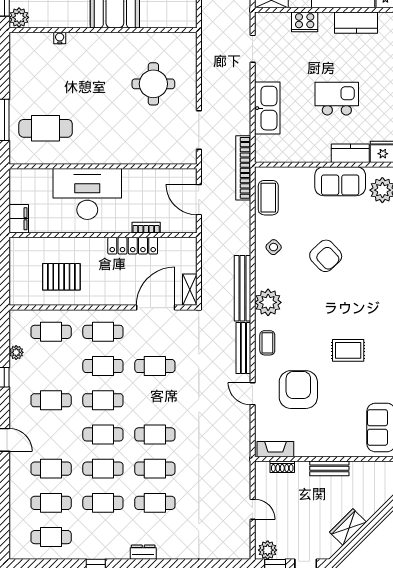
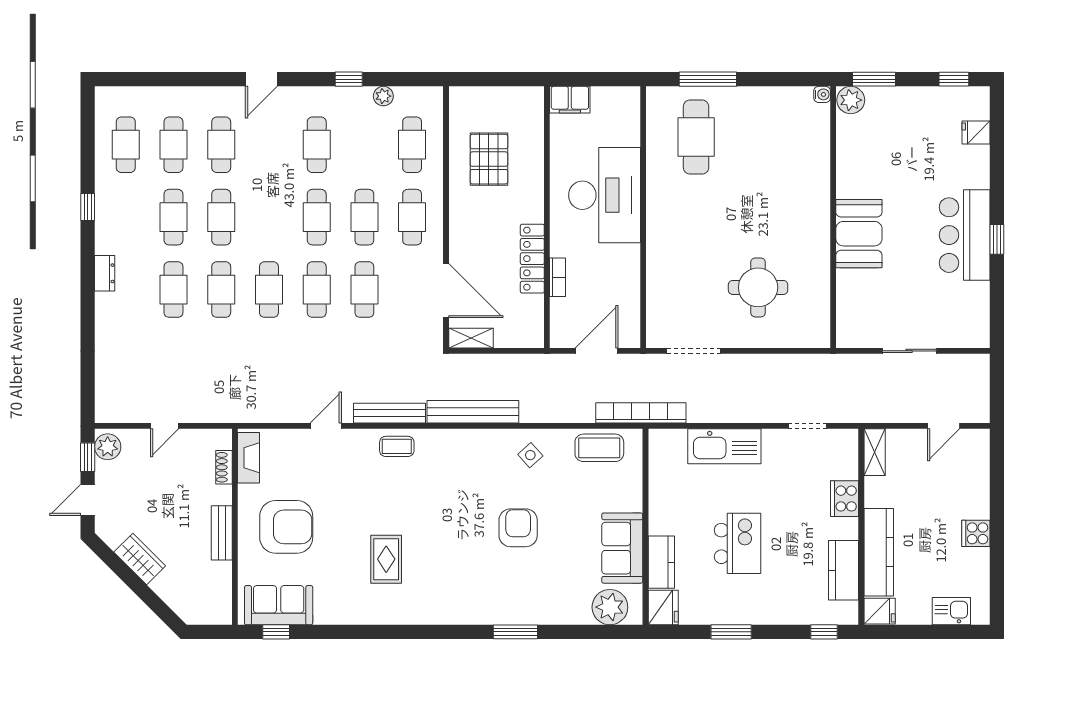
water cooler: (60, 38) -> (822, 94), moved
armchair: (326, 256) -> (518, 528), turned 133
plant: (268, 302) -> (453, 447), removed
armchair: (298, 390) -> (286, 527), moved
cafe table: (103, 434) -> (317, 290), moved

